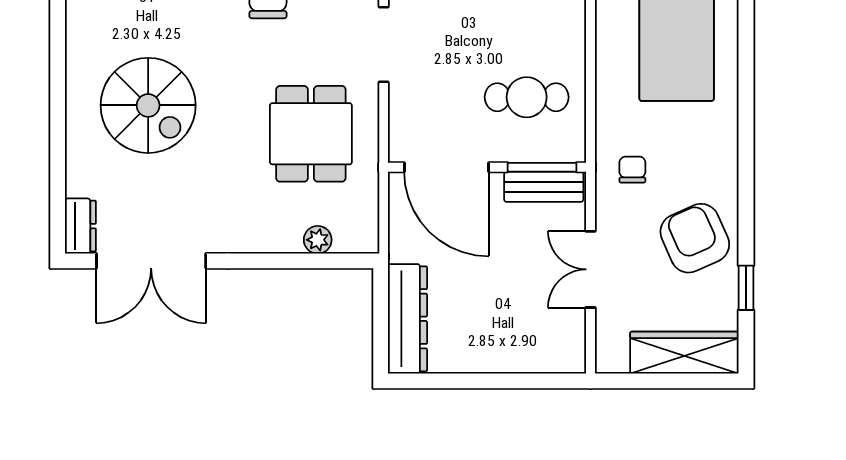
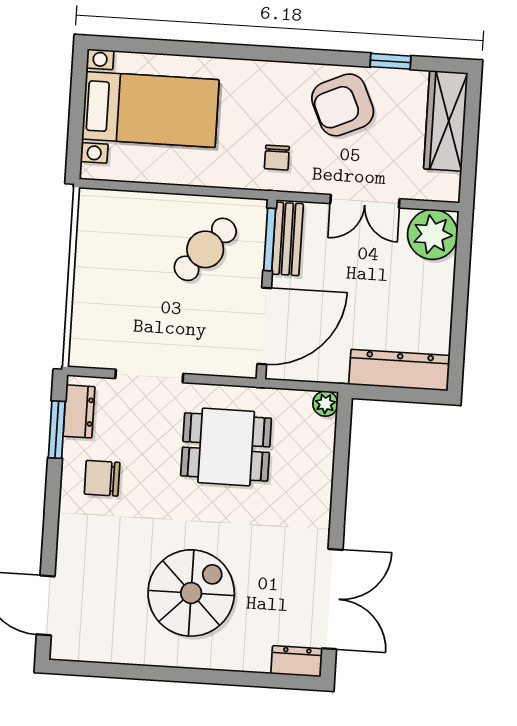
cafe table: (527, 97) -> (205, 249), turned 41
chair: (632, 170) -> (277, 158), turned -90
plant: (318, 240) -> (325, 404), moved
plant: (559, 346) -> (433, 234), added

